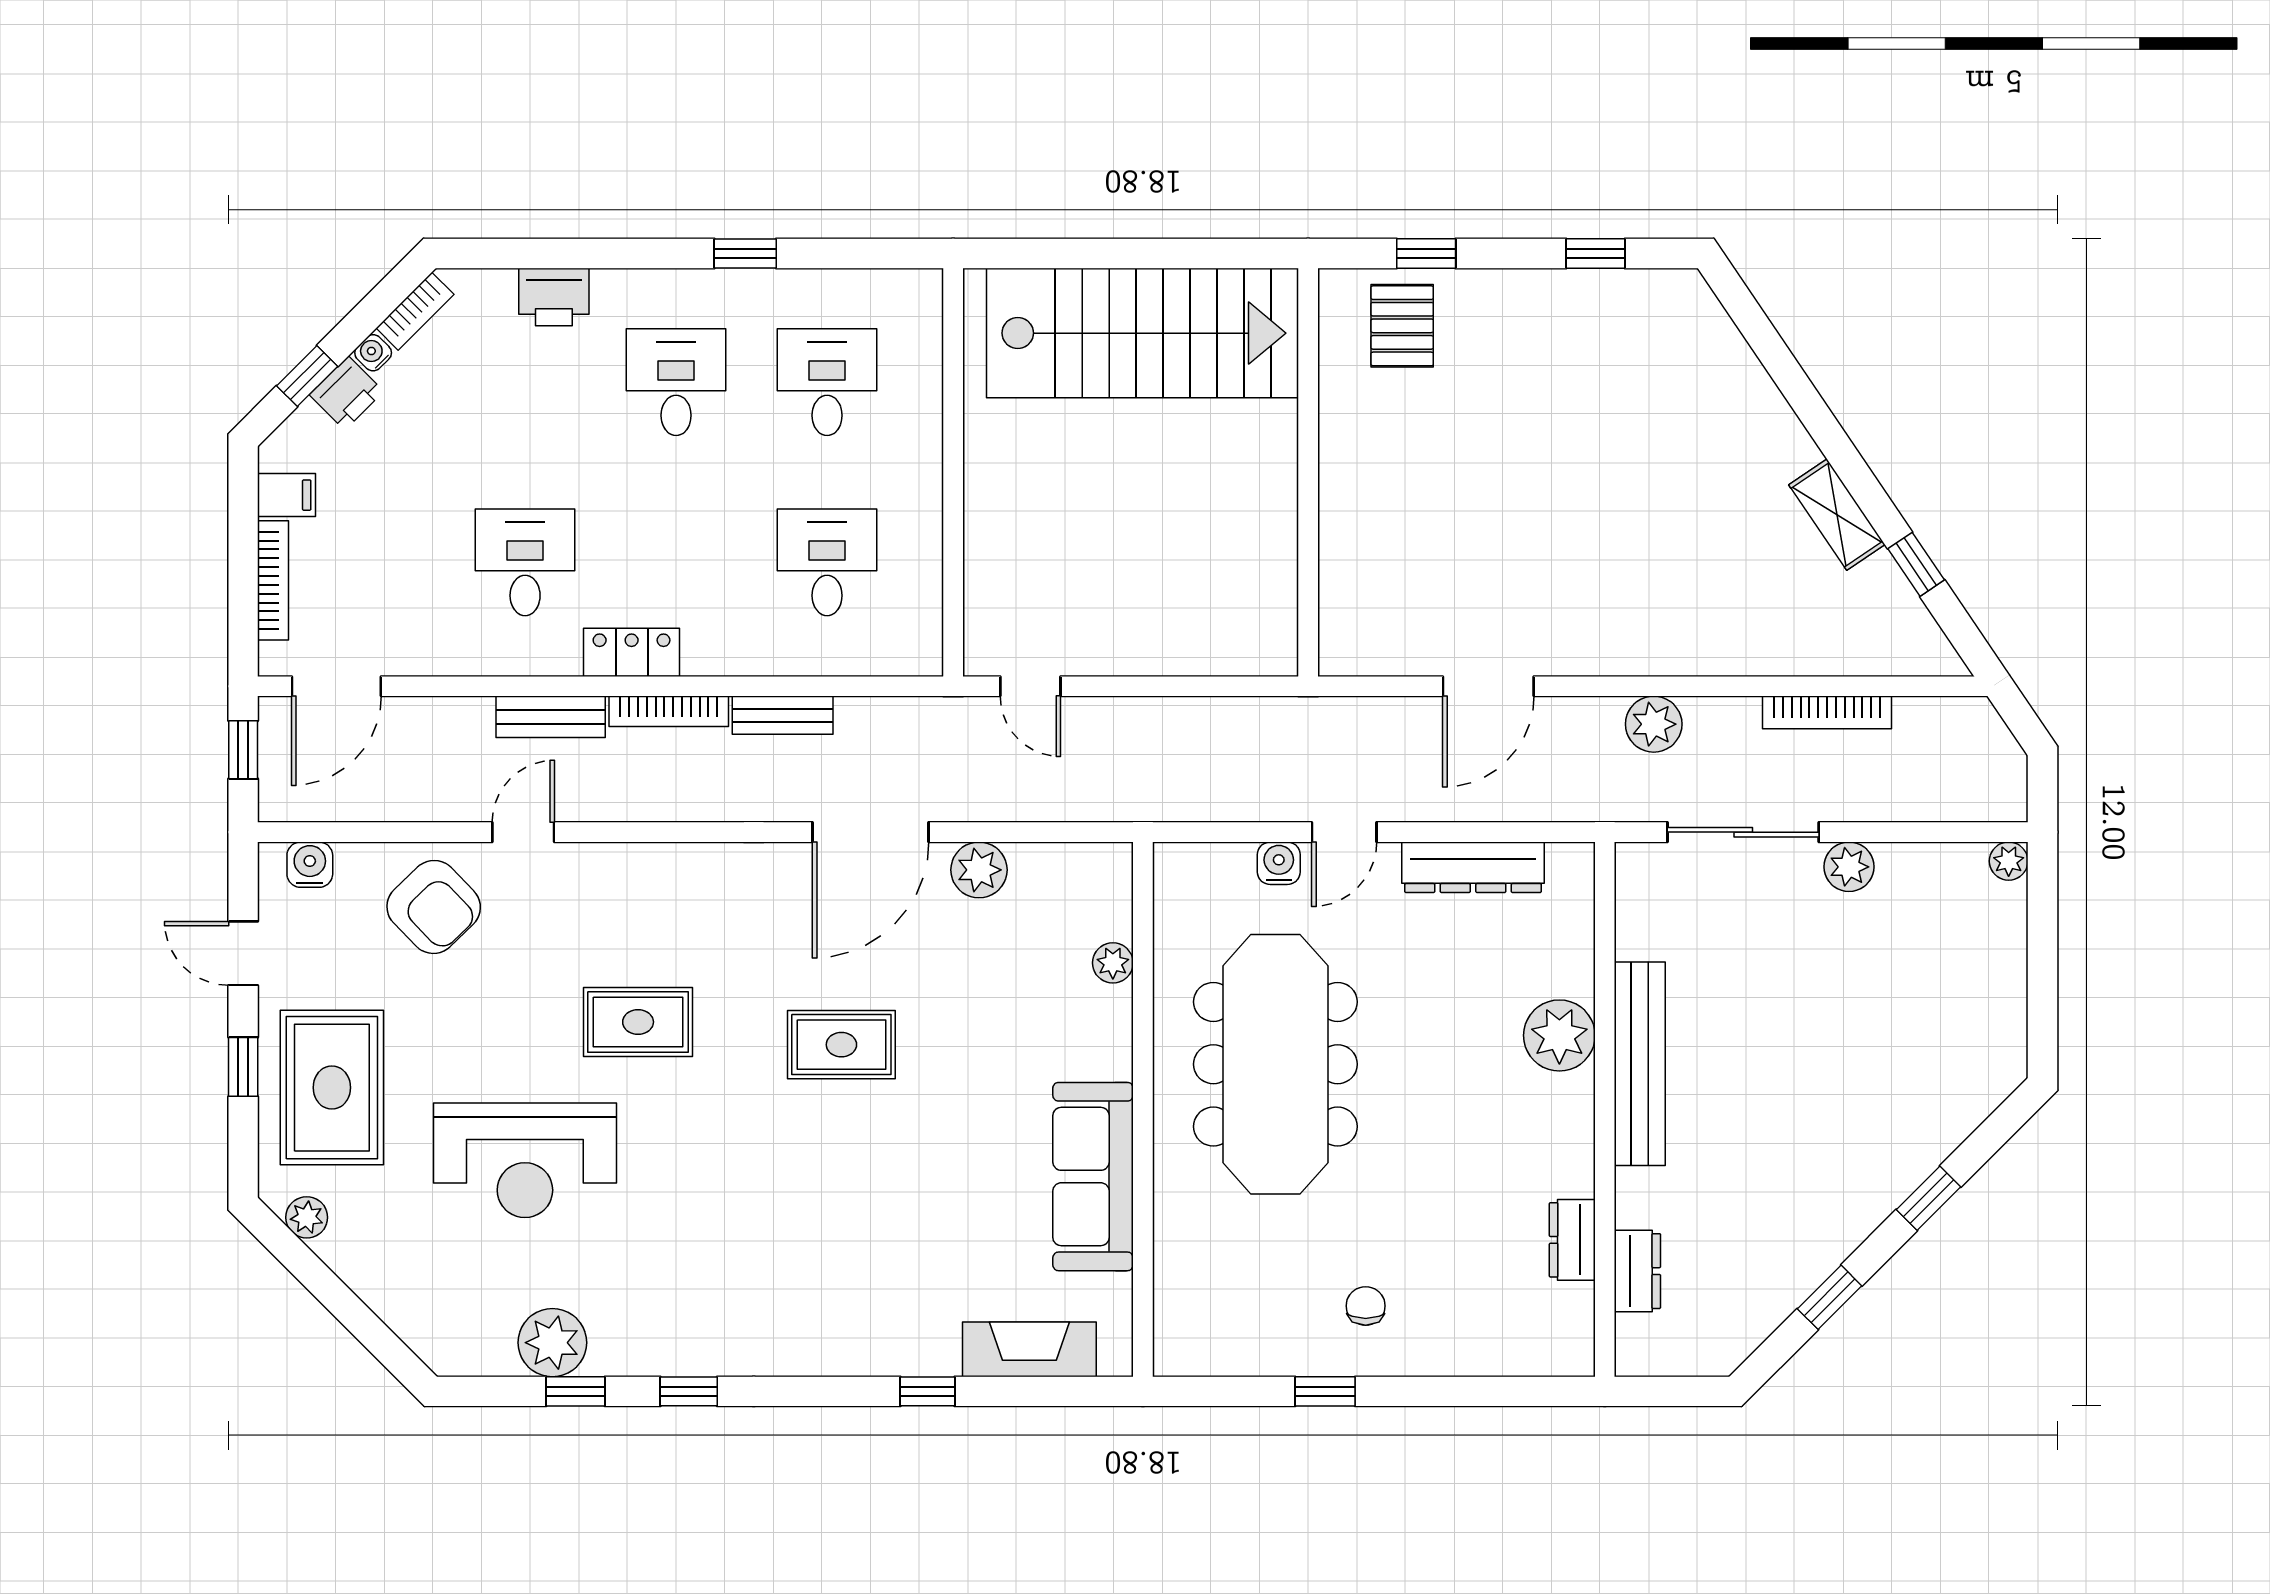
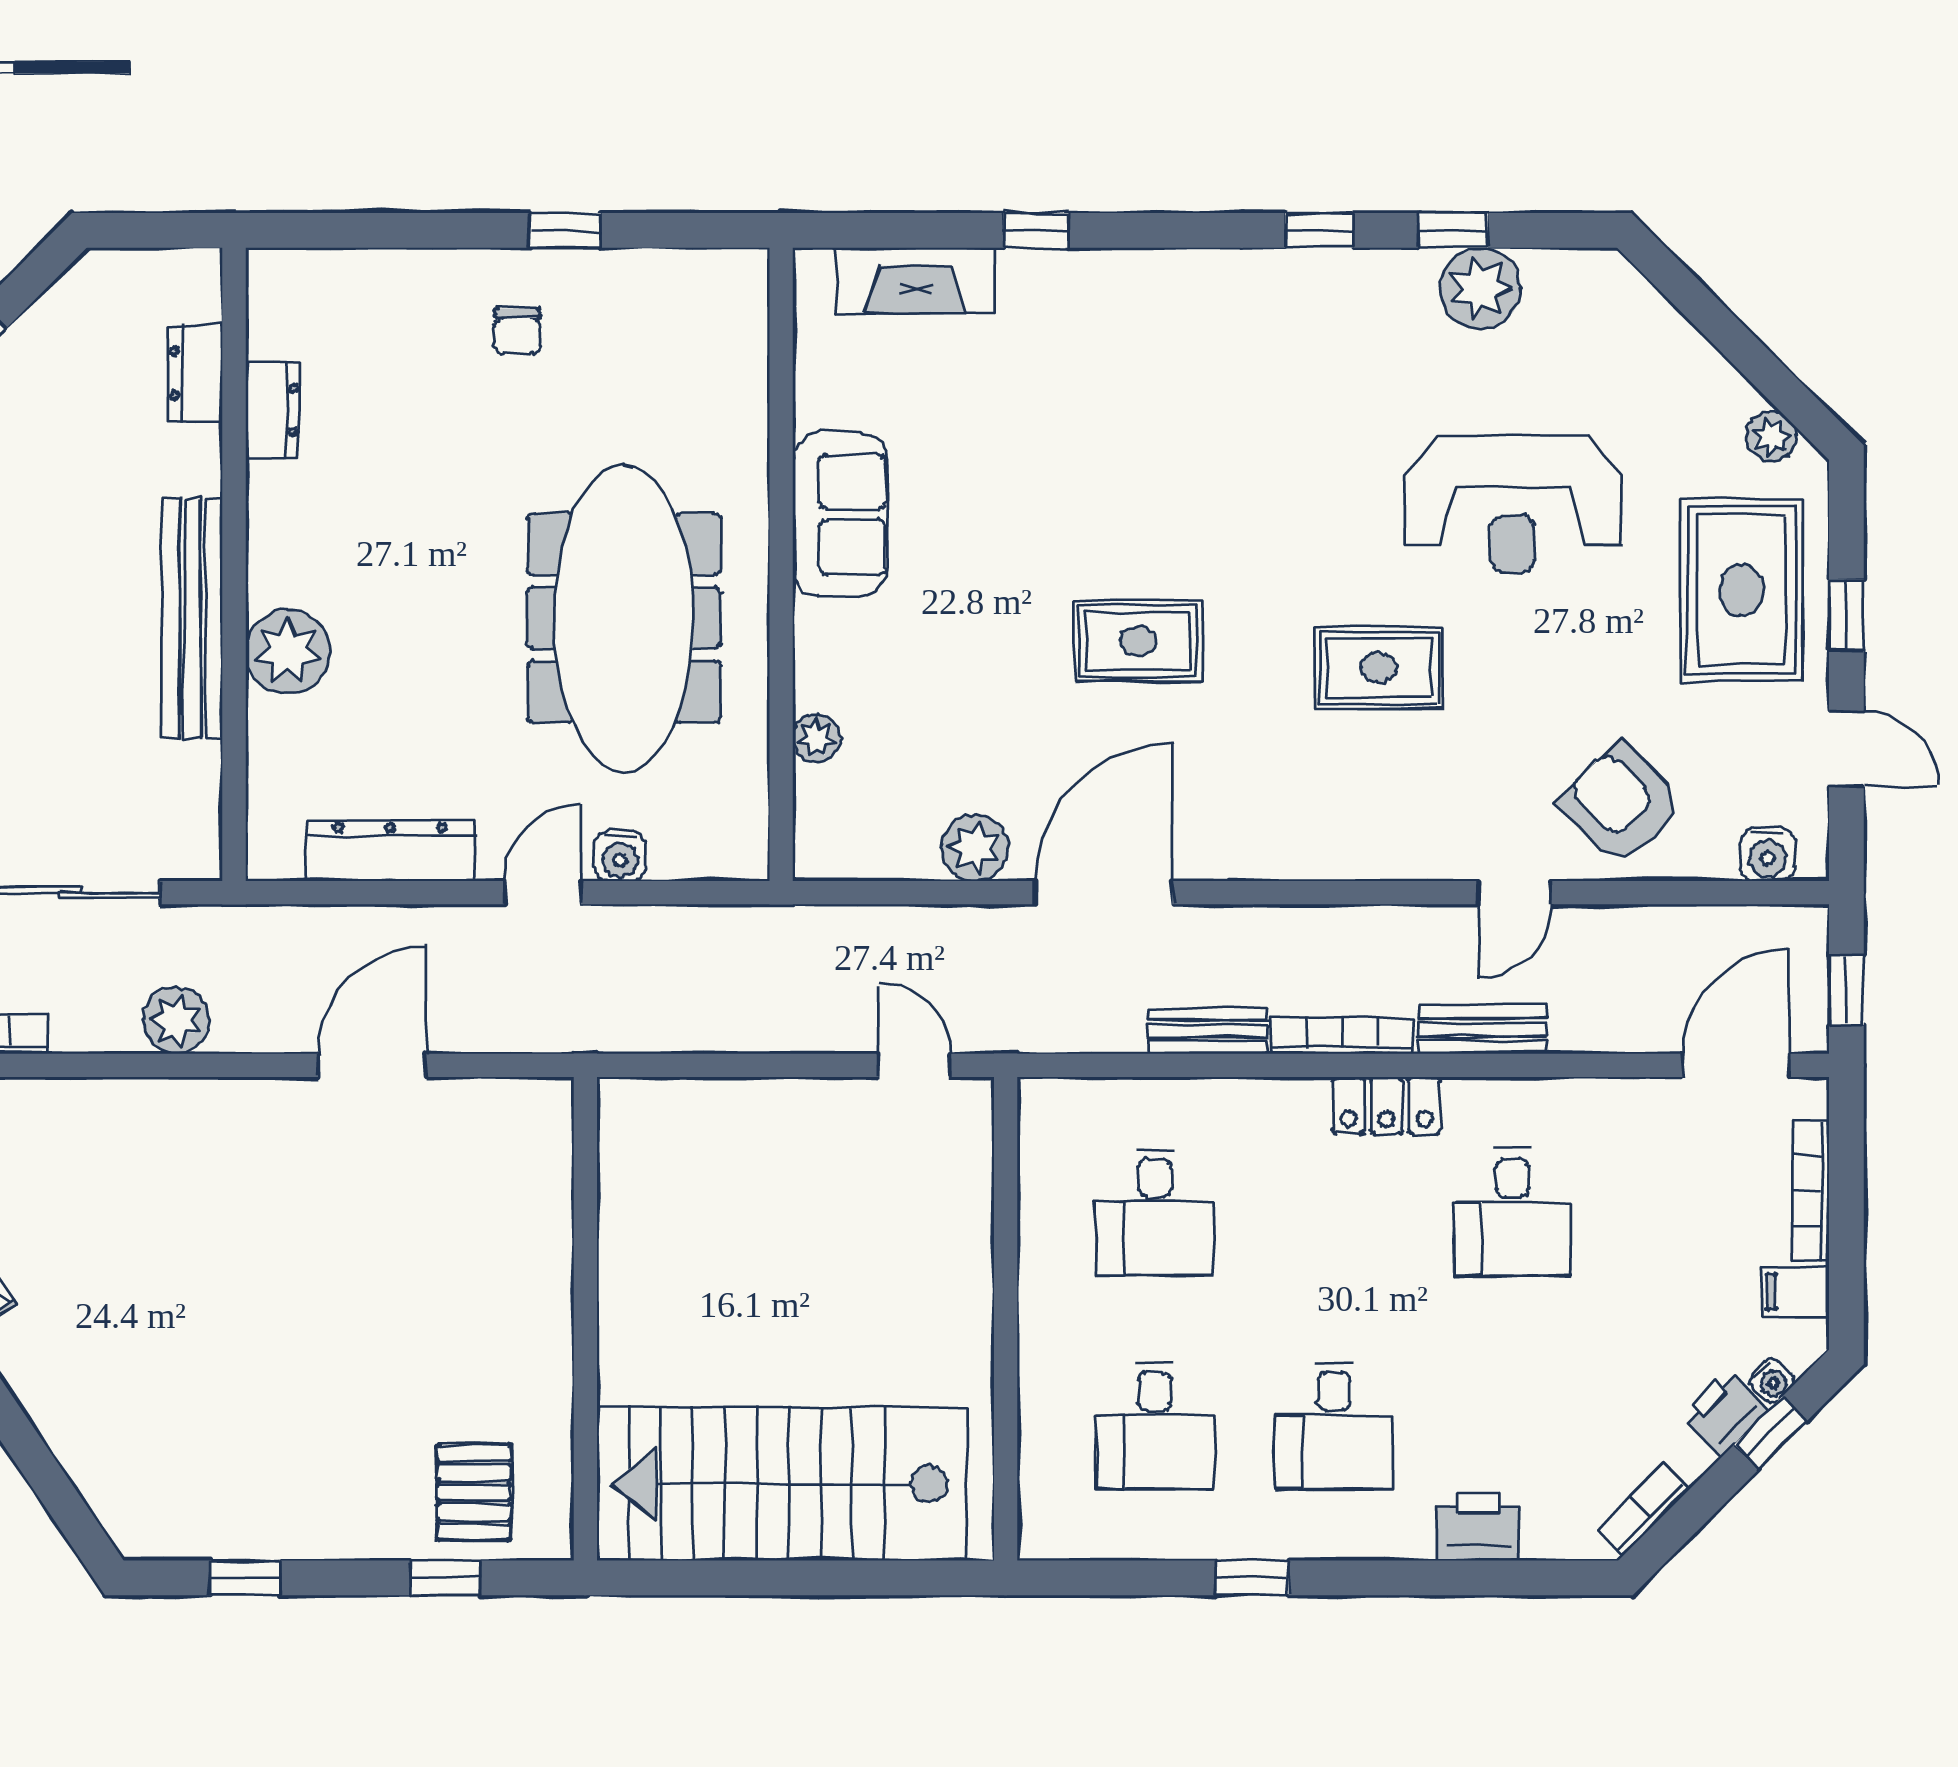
water cooler: (373, 353) -> (1772, 1381), moved
reception desk: (525, 1160) -> (1513, 504), turned 180
sofa: (1093, 1177) -> (840, 514), width x0.73

